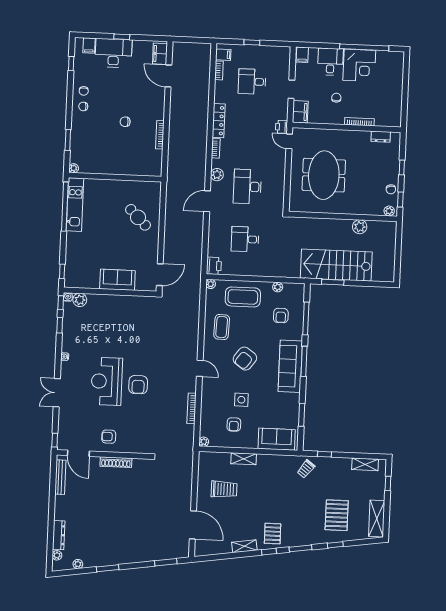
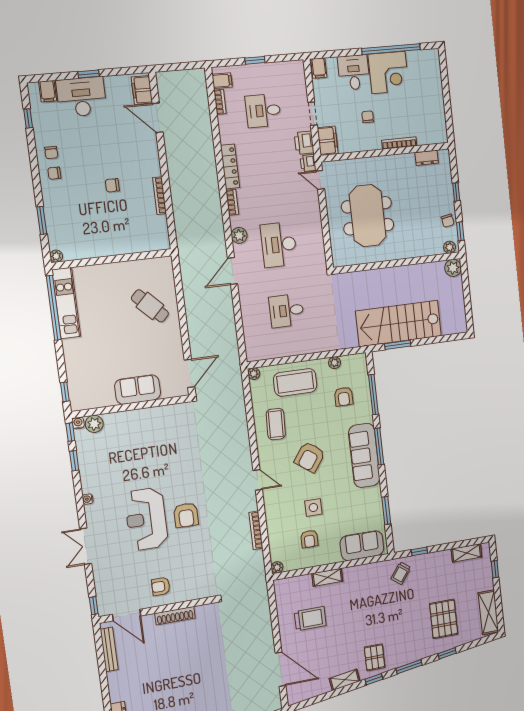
plant: (360, 227) -> (453, 268), moved
printer: (214, 266) -> (304, 143), moved, turned 180

